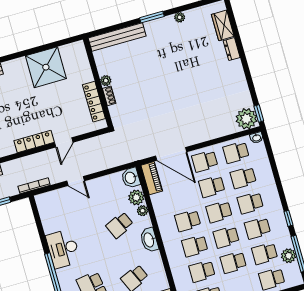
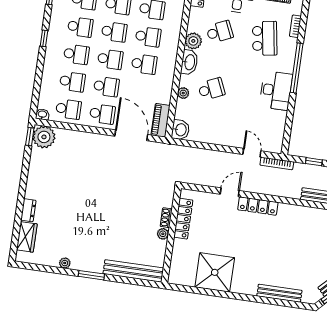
door: (76, 181) -> (252, 153), moved
plant: (136, 197) -> (193, 41), moved
window: (288, 218) -> (44, 38), moved

